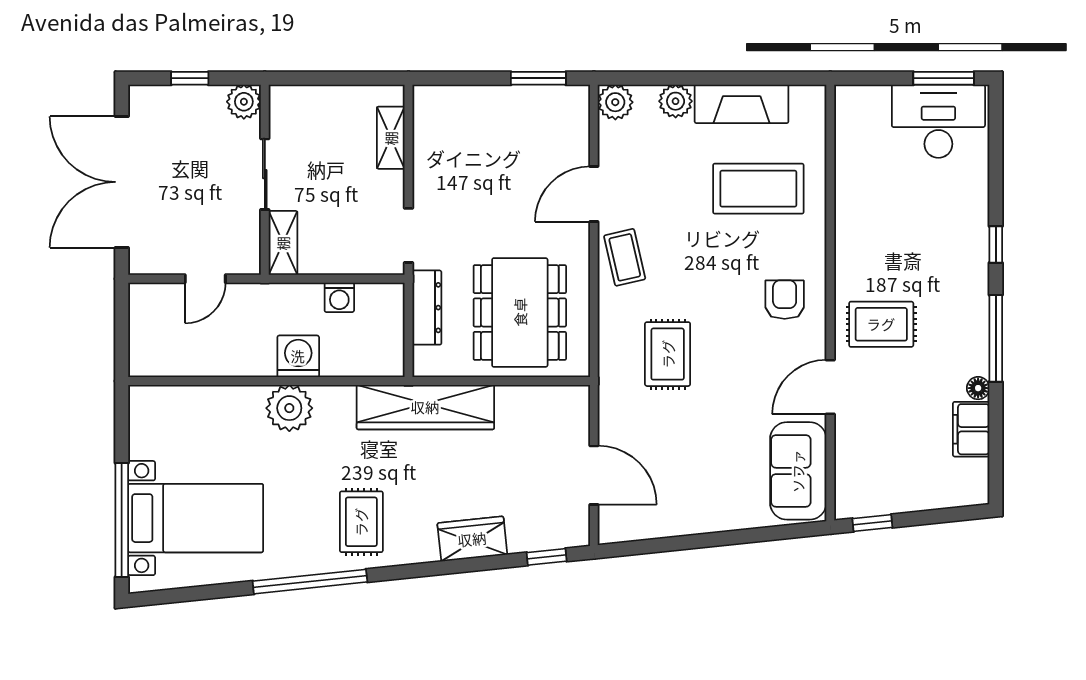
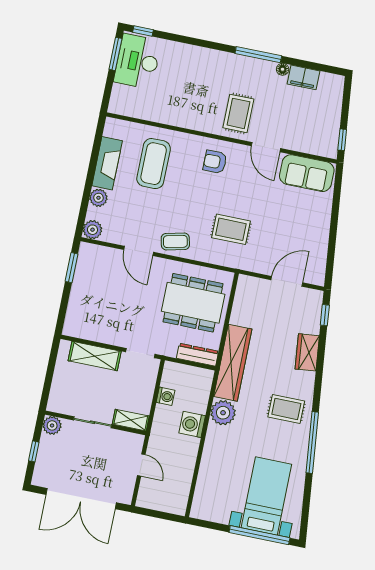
shelving: (391, 138) -> (95, 356), width x1.50, depth x1.33
window: (996, 244) -> (143, 31), moved
dresser: (427, 308) -> (198, 355), moved
plant: (289, 408) -> (223, 413), moved

